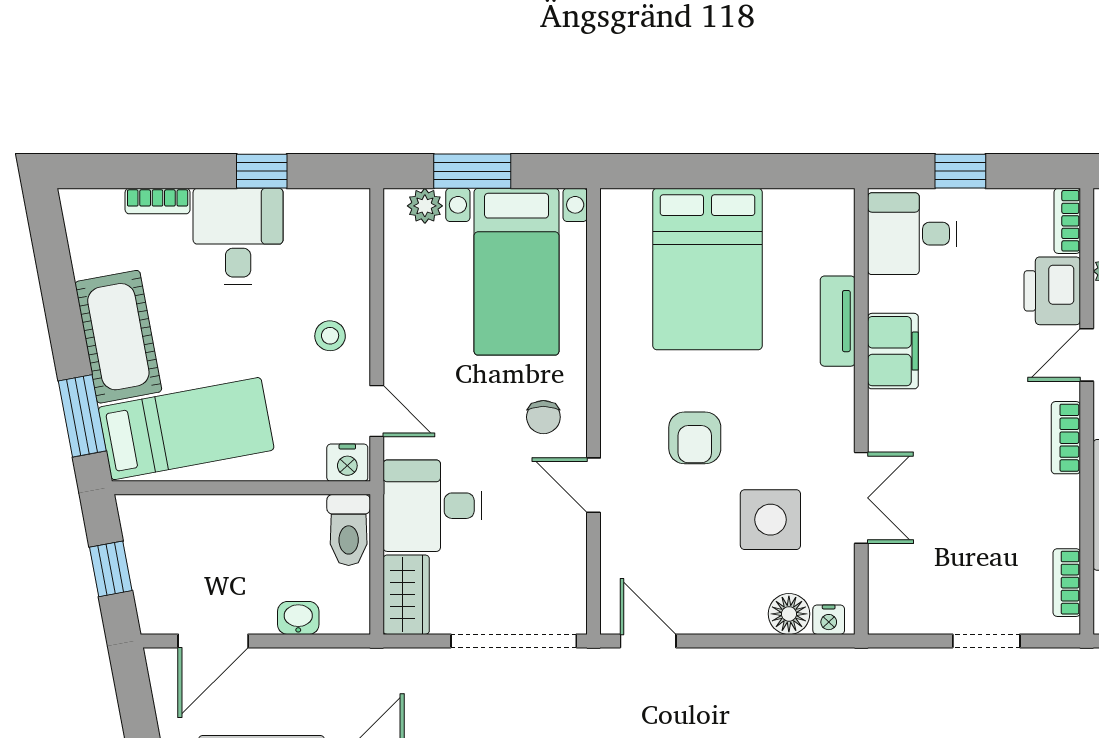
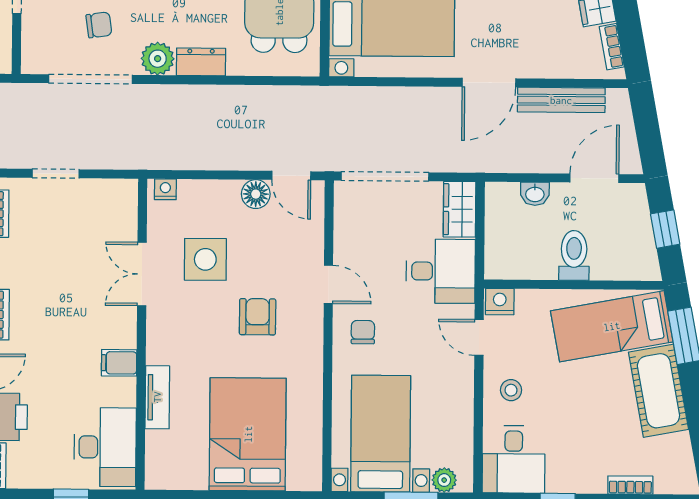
desk: (912, 234) -> (105, 447), width x1.37
desk: (238, 236) -> (514, 459), moved
filing cabinet: (893, 351) -> (119, 363), width x0.50
toilet: (349, 530) -> (574, 255), moved
floor lamp: (789, 614) -> (256, 194), moved

